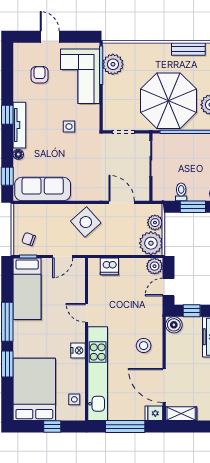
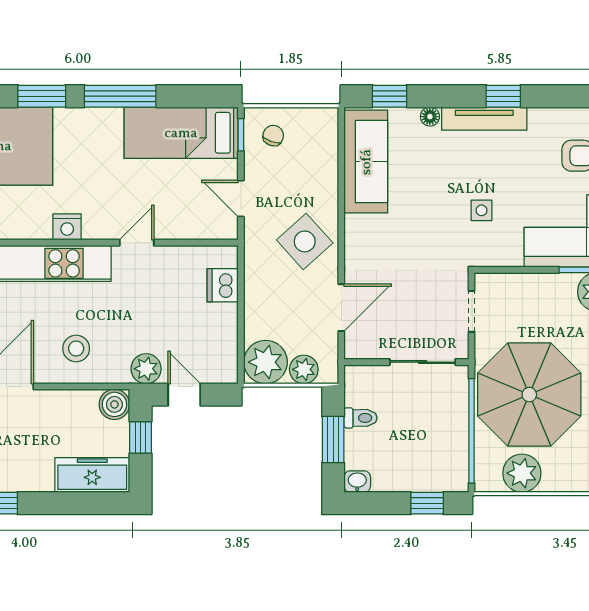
plant: (155, 266) -> (146, 369), moved

